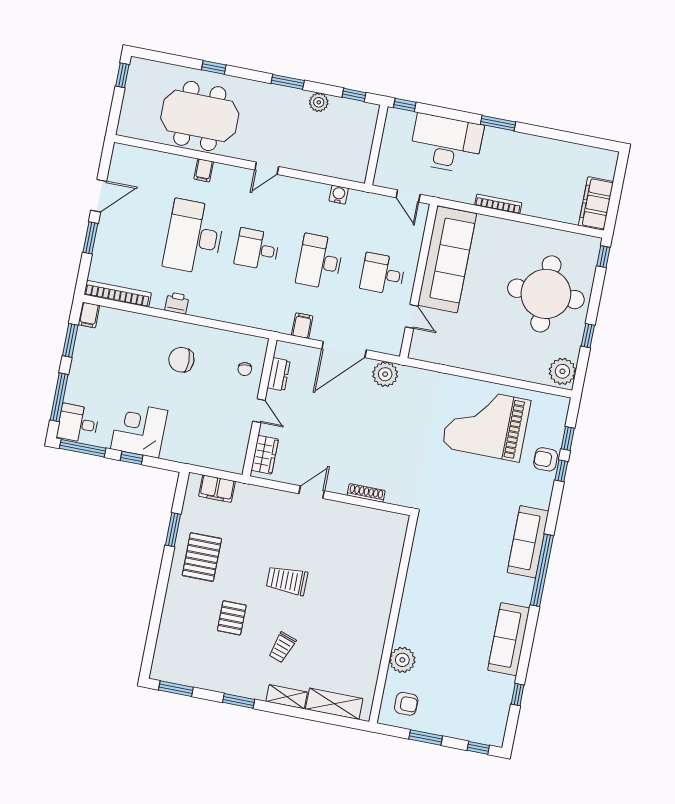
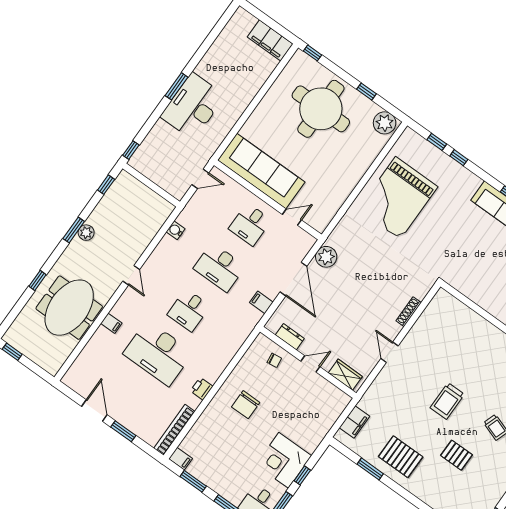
plant: (319, 102) -> (86, 233), moved
desk: (446, 144) -> (193, 106), moved
bookcase: (498, 204) -> (237, 114), removed
armchair: (546, 459) -> (445, 166), removed

